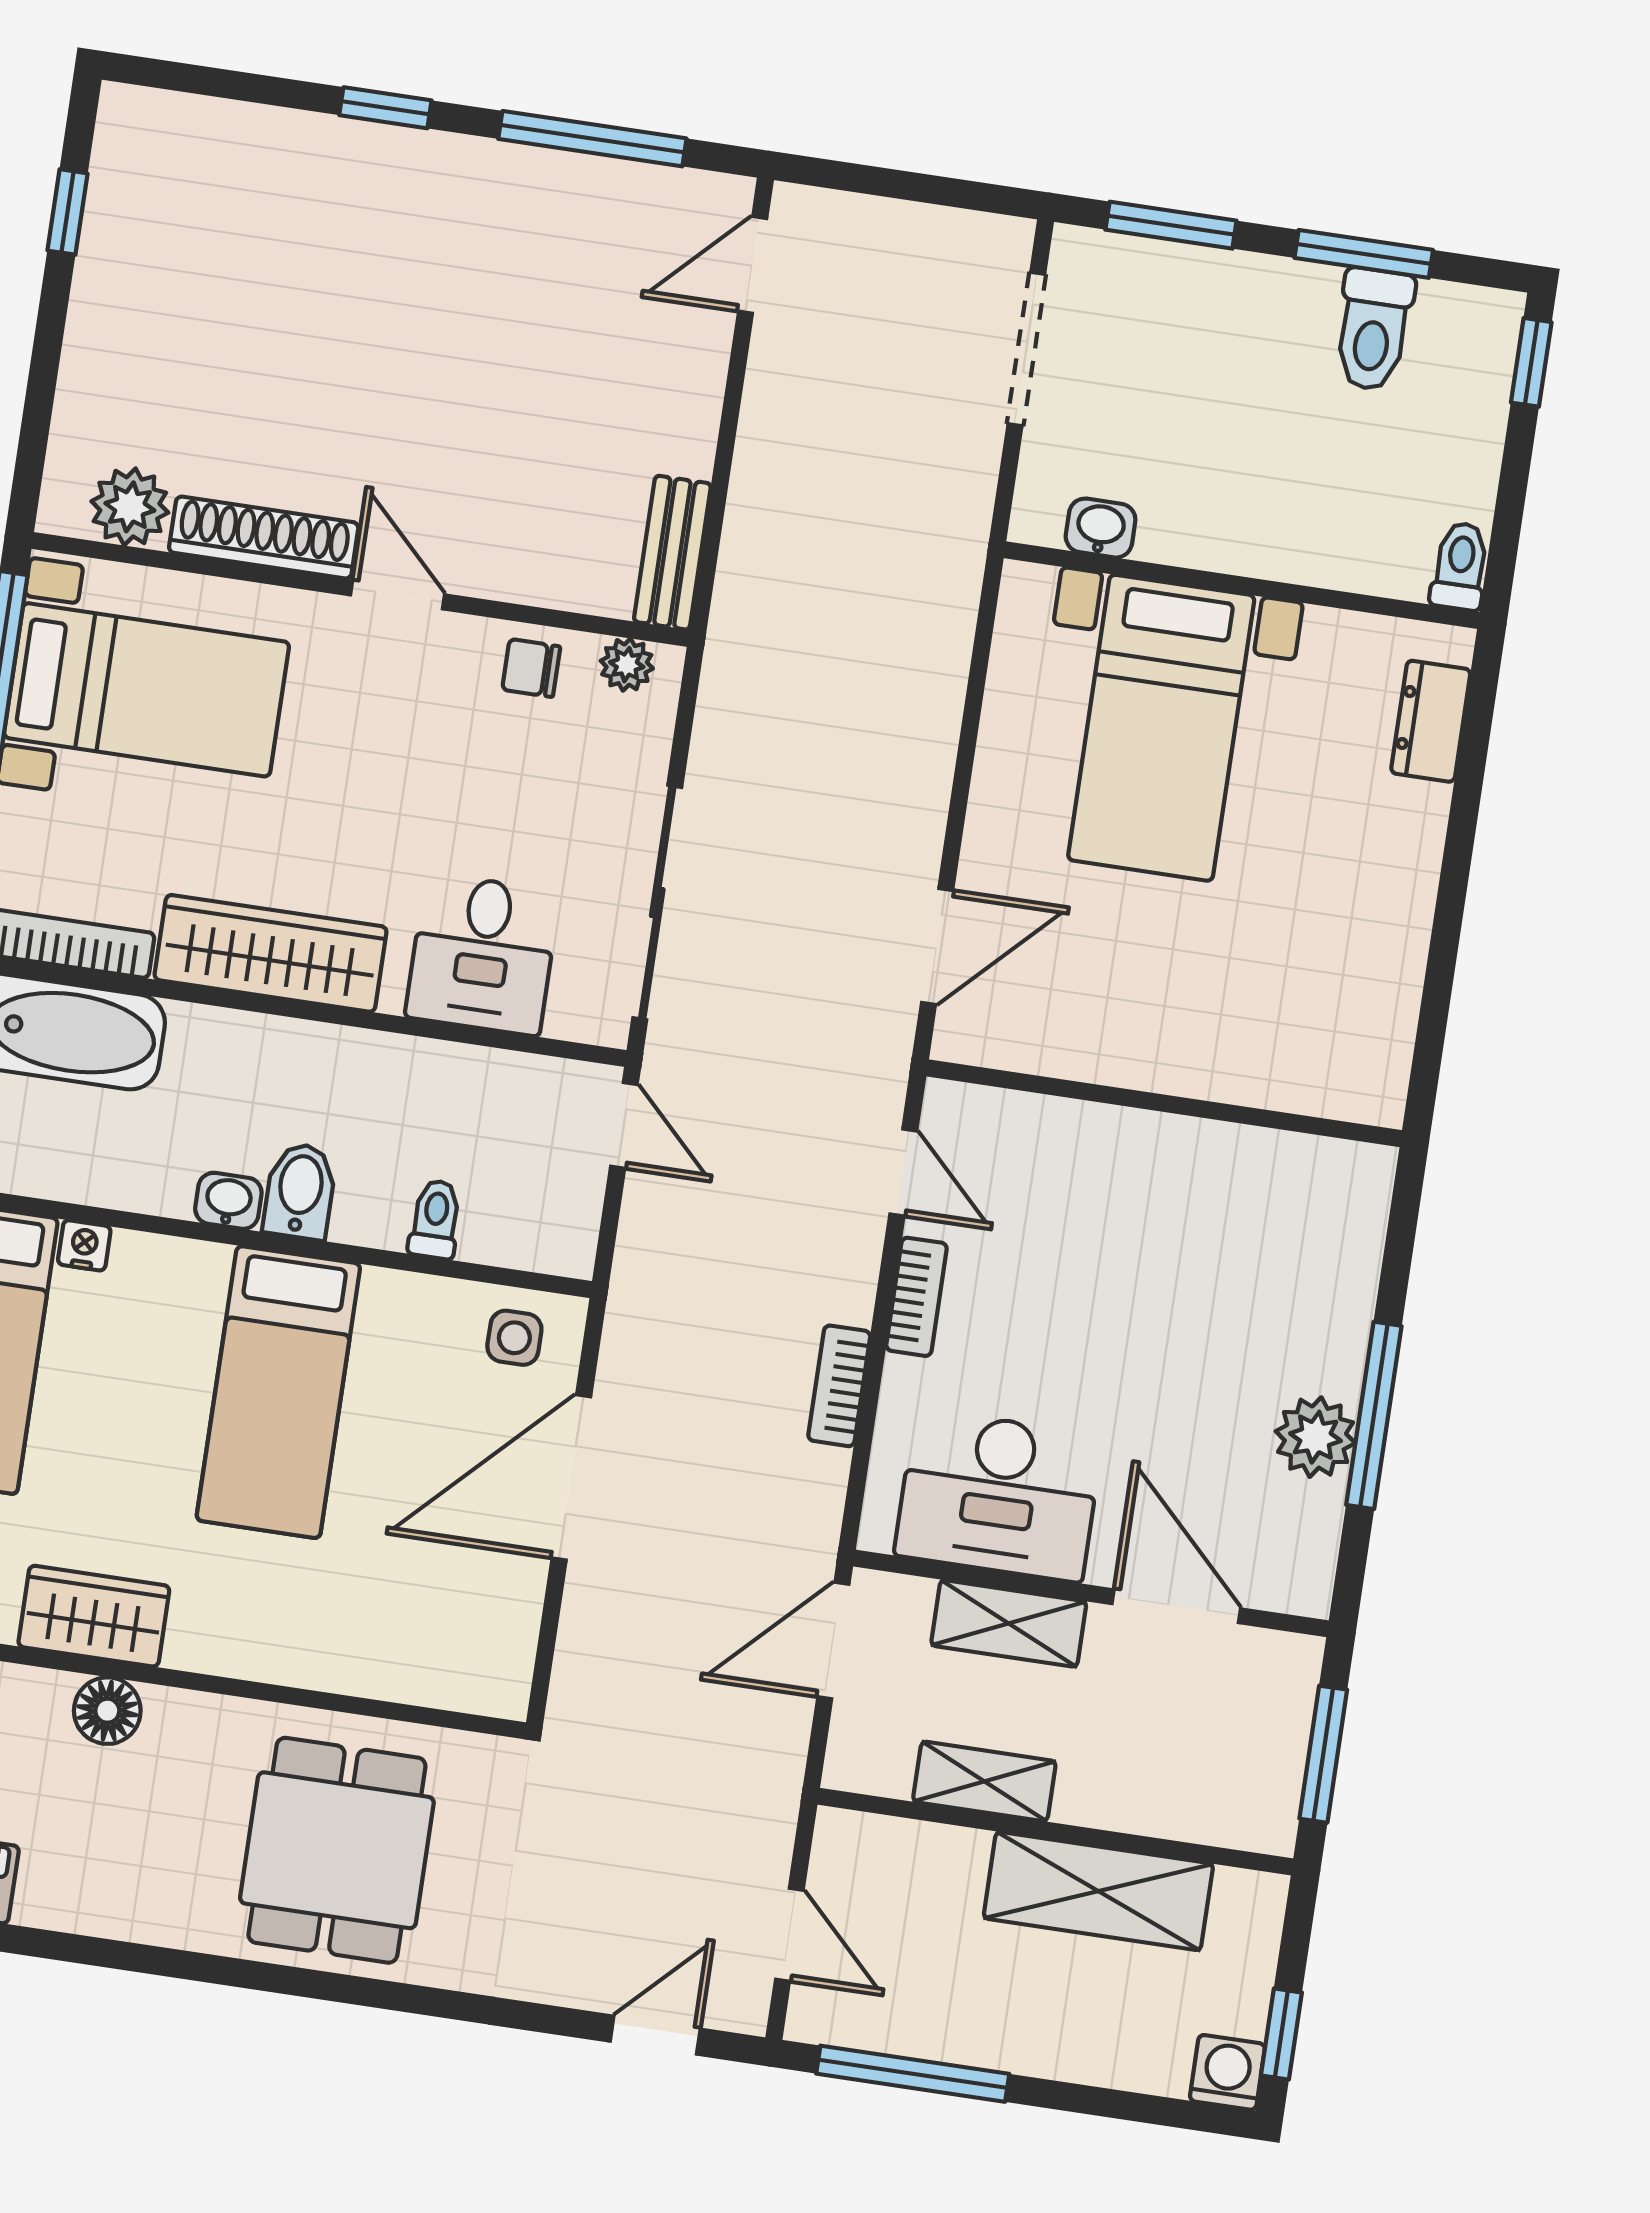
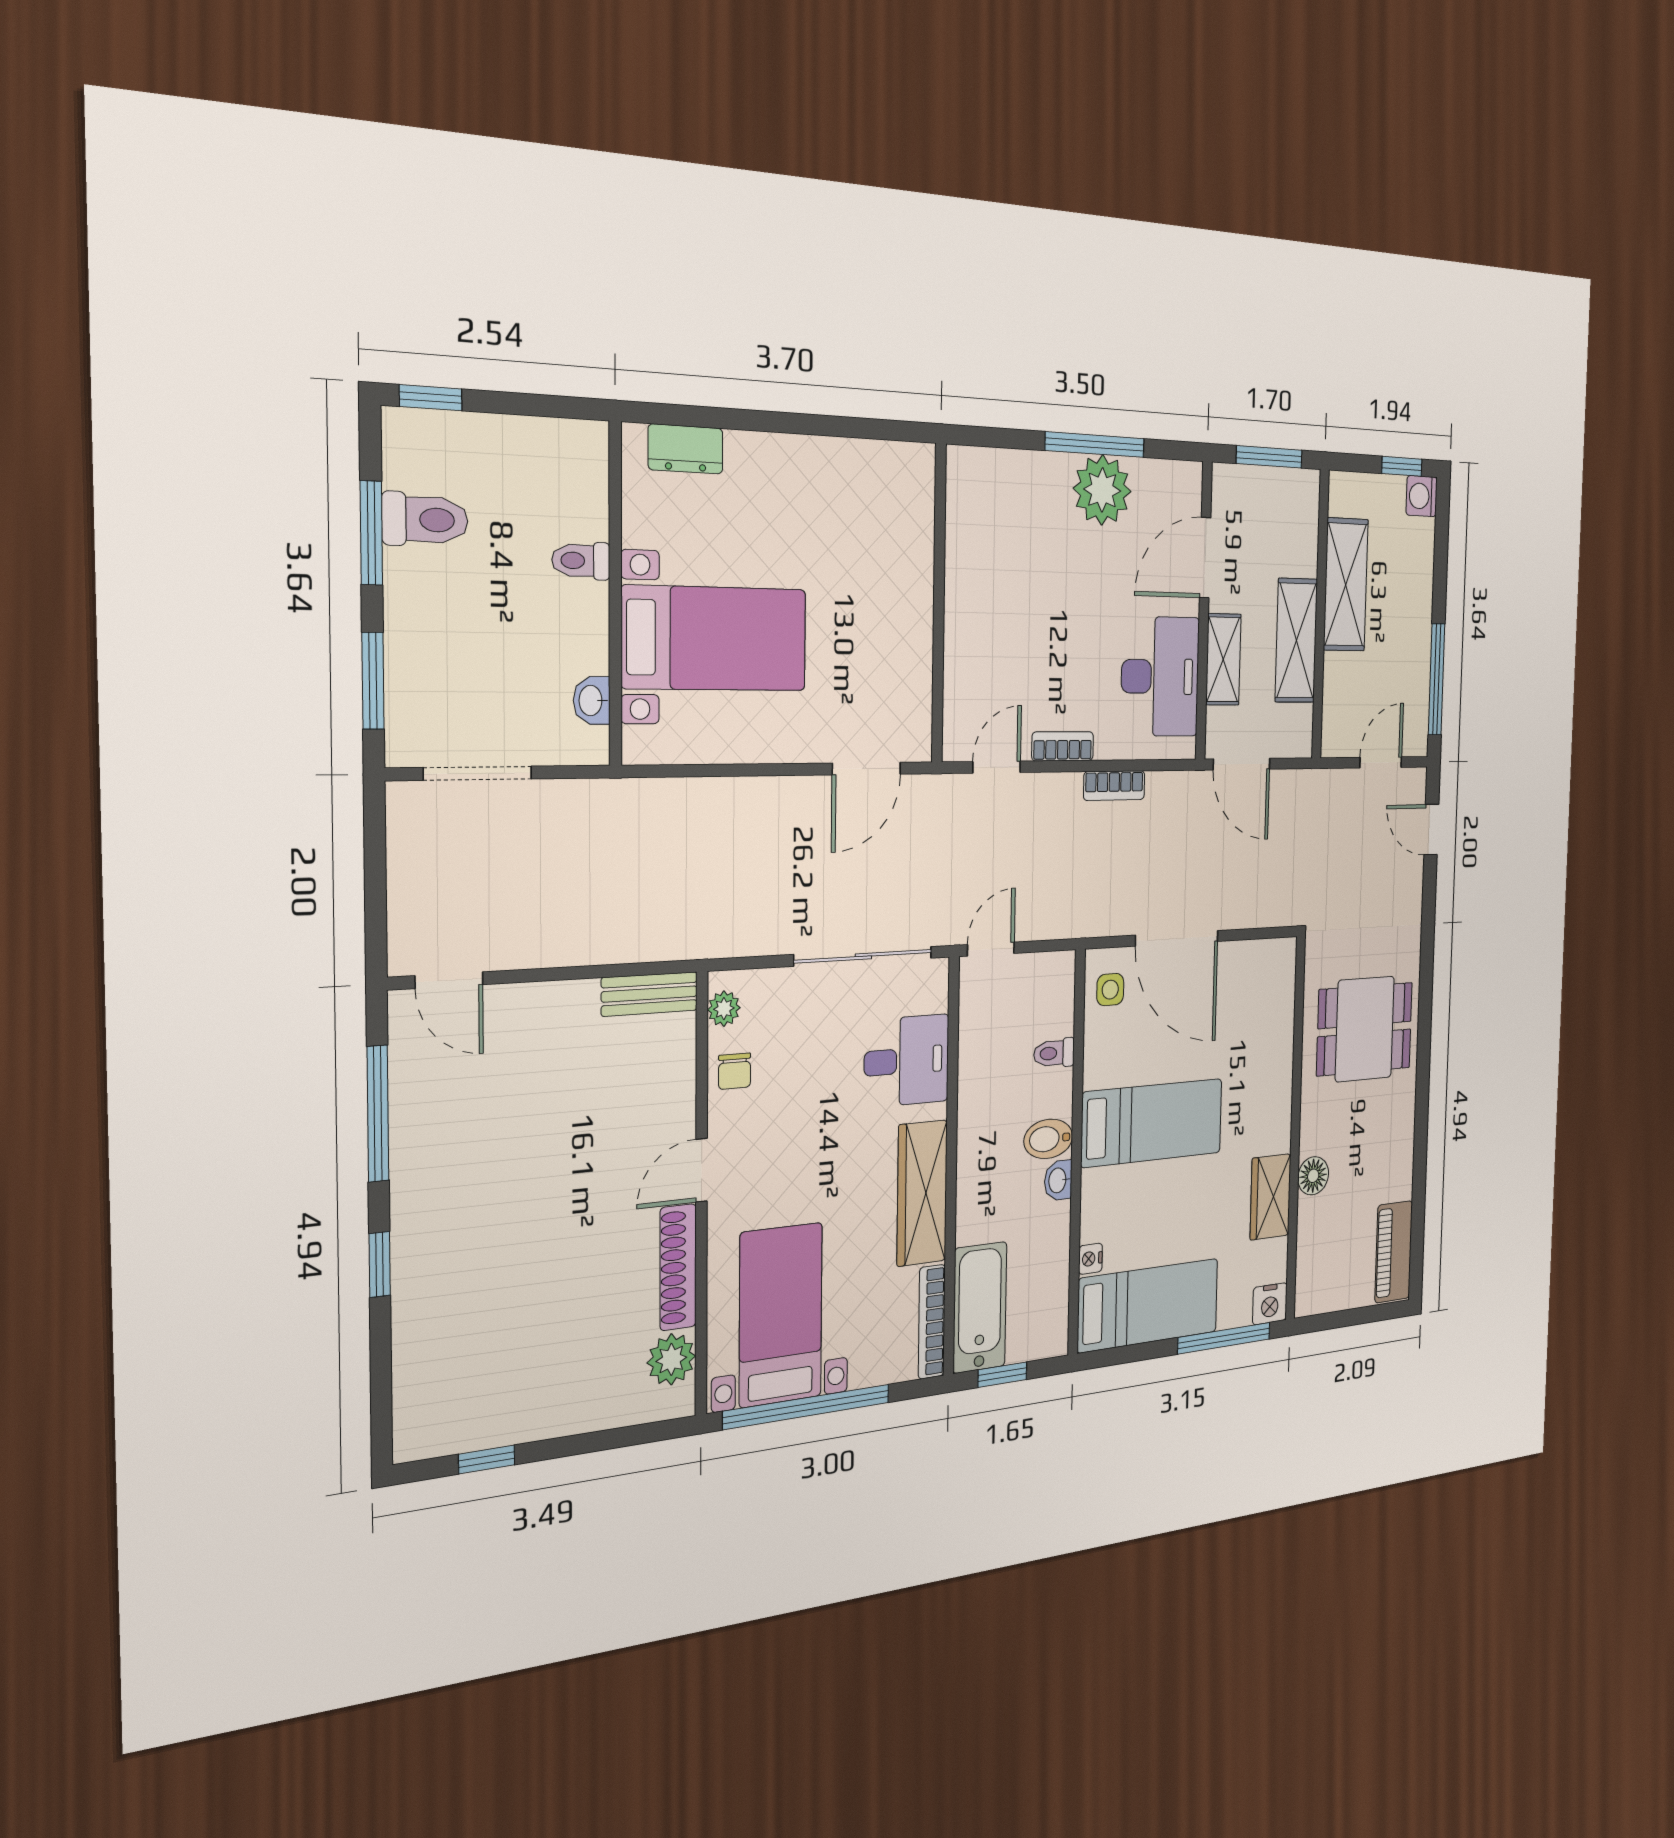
toilet: (1460, 566) -> (581, 561), moved
door: (937, 946) -> (866, 769), swing flipped
plant: (1315, 1437) -> (1102, 490), width x1.36, depth x1.36
shelving: (984, 1781) -> (1296, 640), width x1.50, depth x1.33

